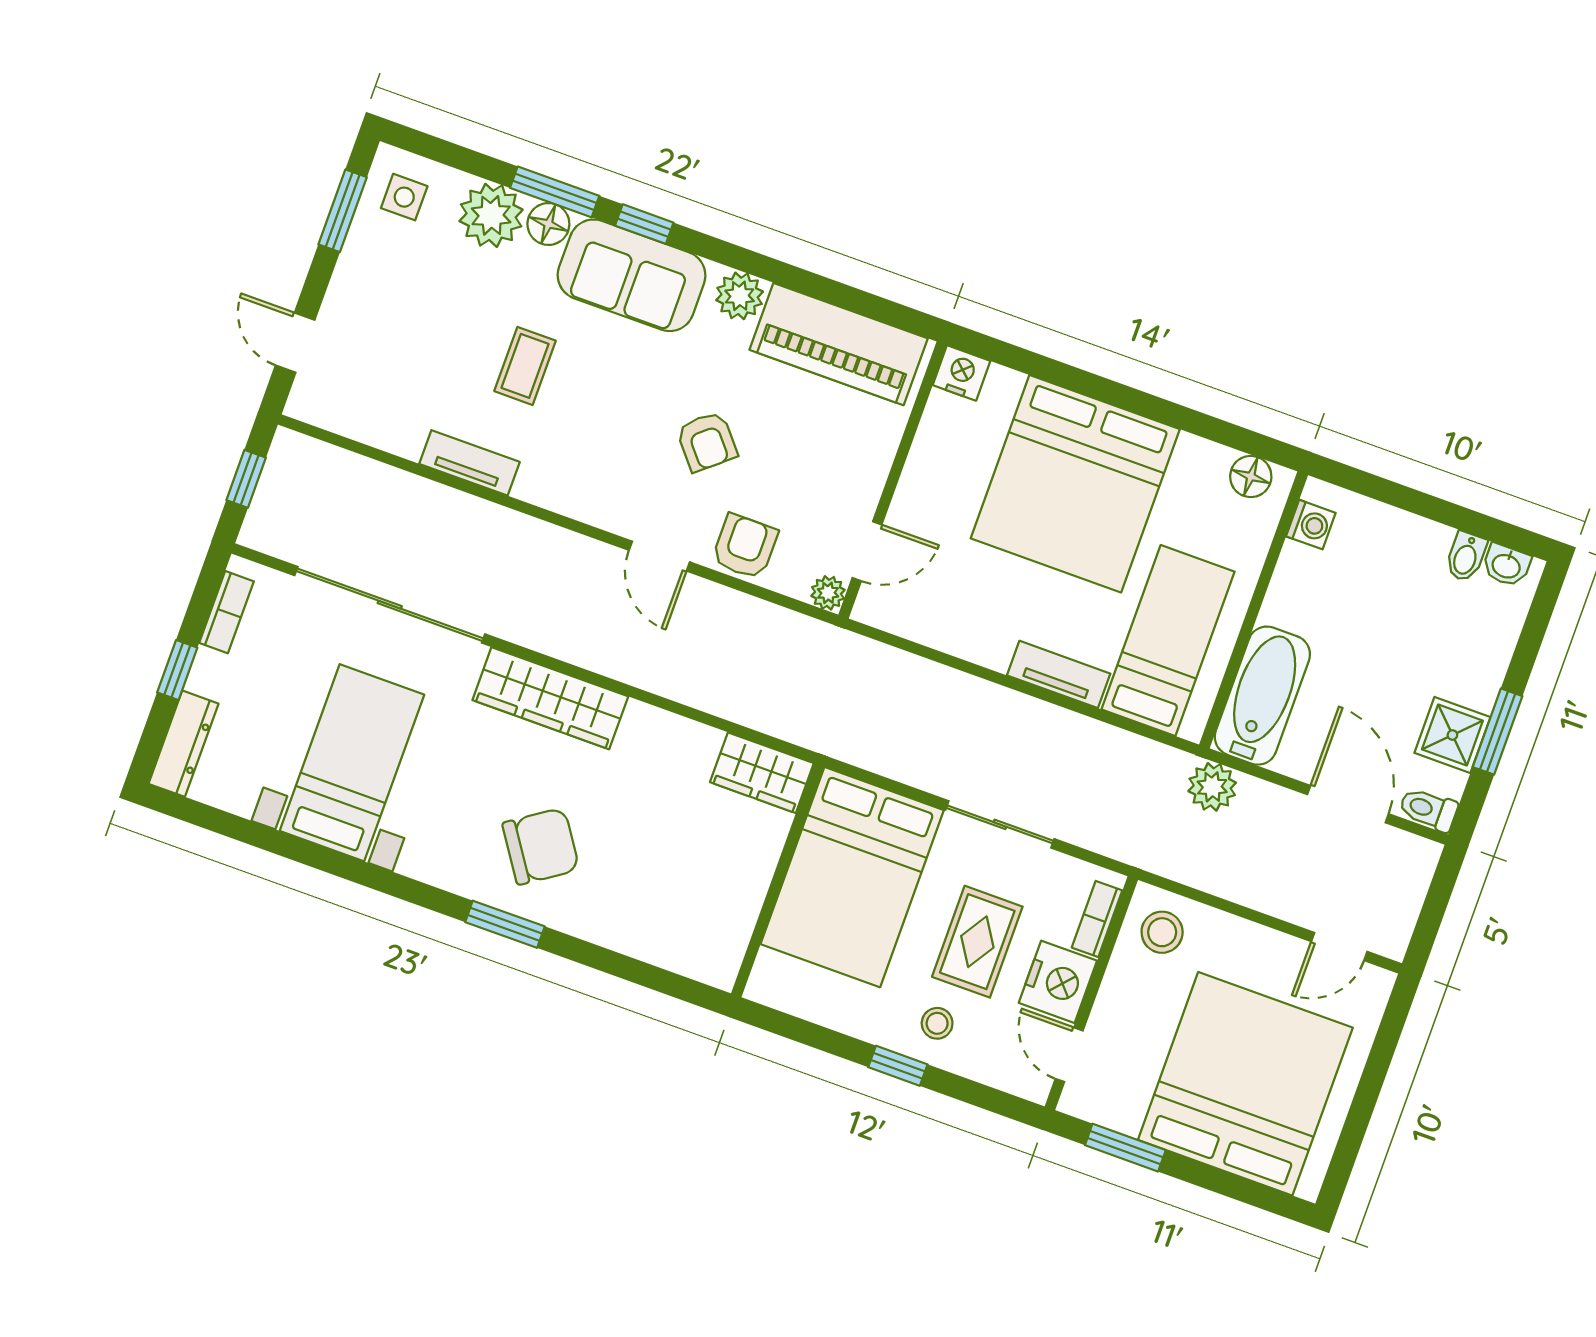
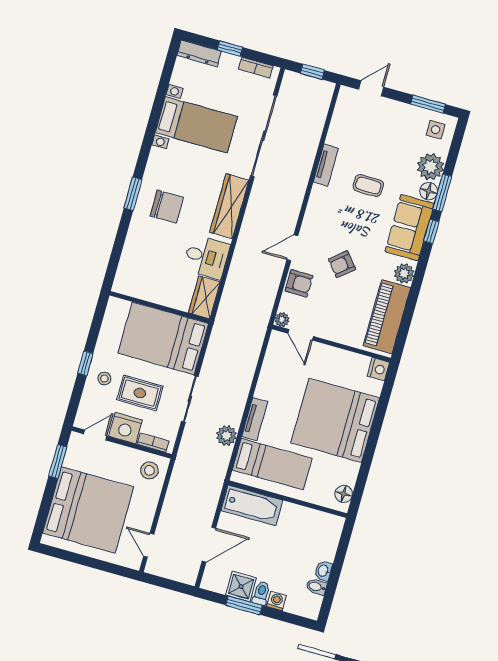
washing machine: (1311, 525) -> (276, 601), moved, turned 180
washbasin: (1506, 565) -> (323, 571), moved
desk: (667, 761) -> (206, 257), added
plant: (1212, 787) -> (226, 436), moved
toilet: (1428, 809) -> (261, 593), moved
chair: (541, 846) -> (167, 207), turned -56

